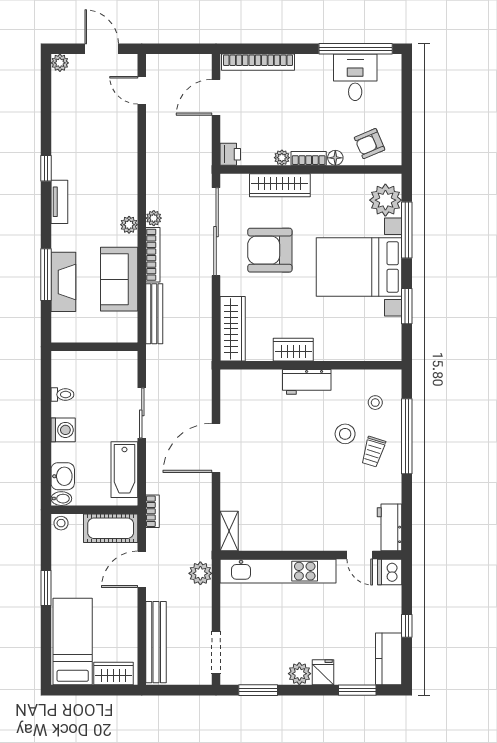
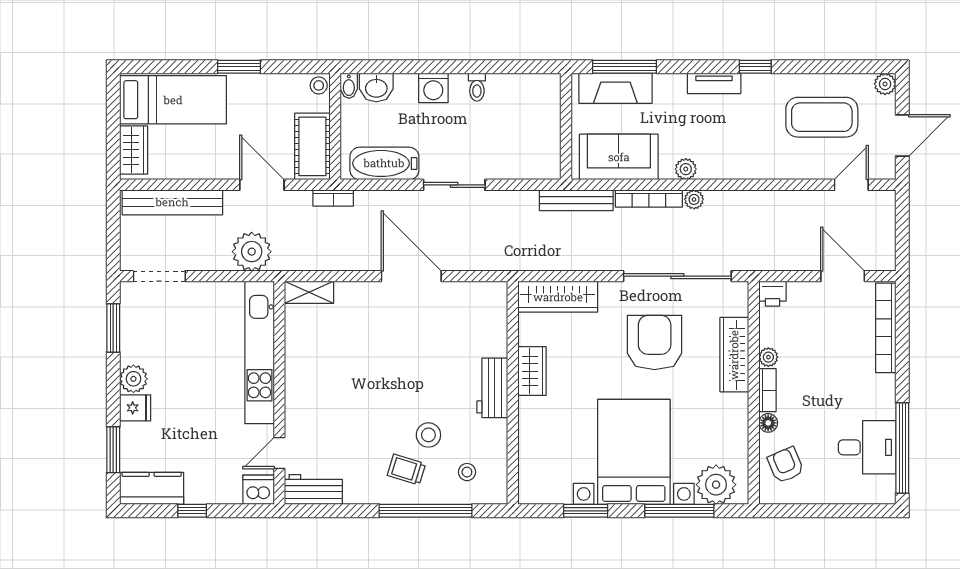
coffee table: (87, 114) -> (822, 117), added
wall: (94, 347) -> (566, 126), moved
plant: (200, 573) -> (252, 252), width x1.36, depth x1.36

